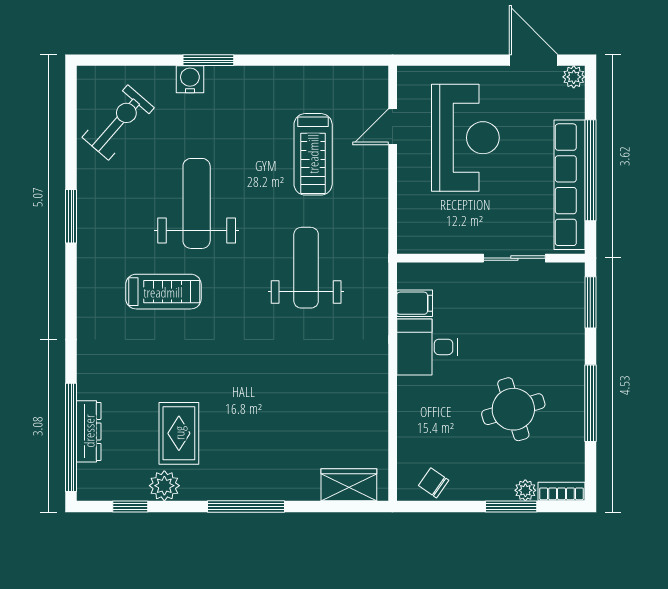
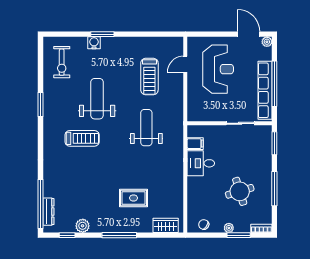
exercise bike: (118, 122) -> (62, 62), turned 139
dresser: (89, 431) -> (48, 212), moved
rug: (179, 433) -> (134, 198), moved, turned 90
plant: (525, 490) -> (229, 228), moved

